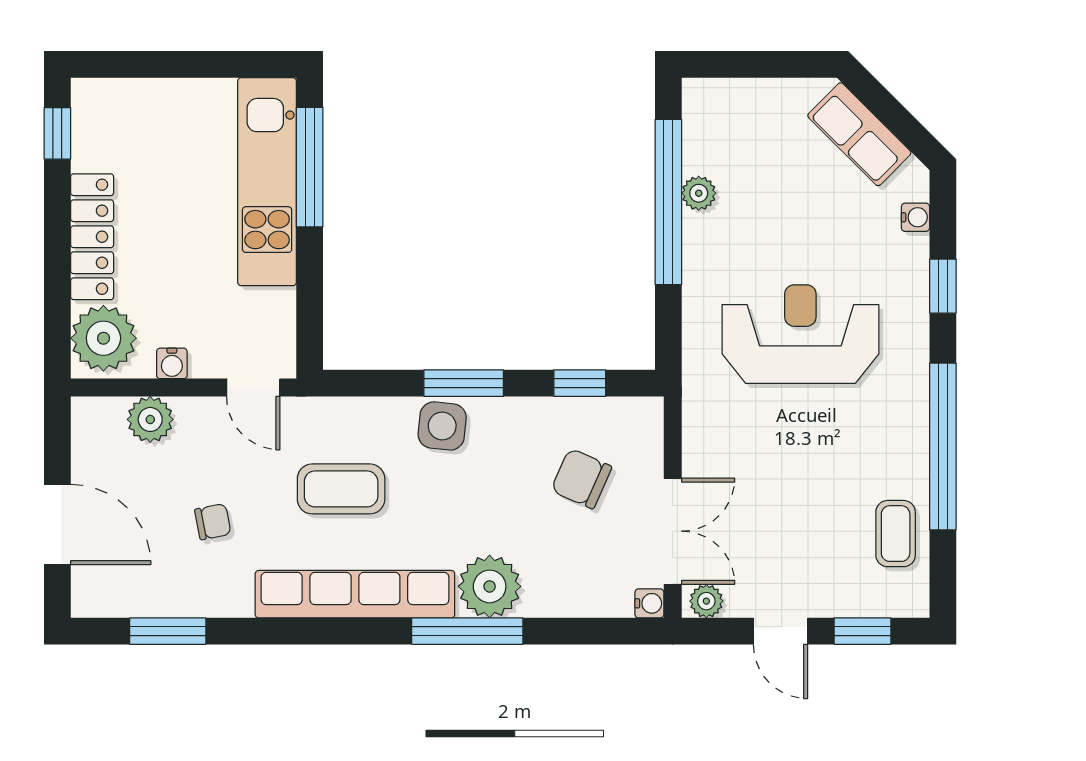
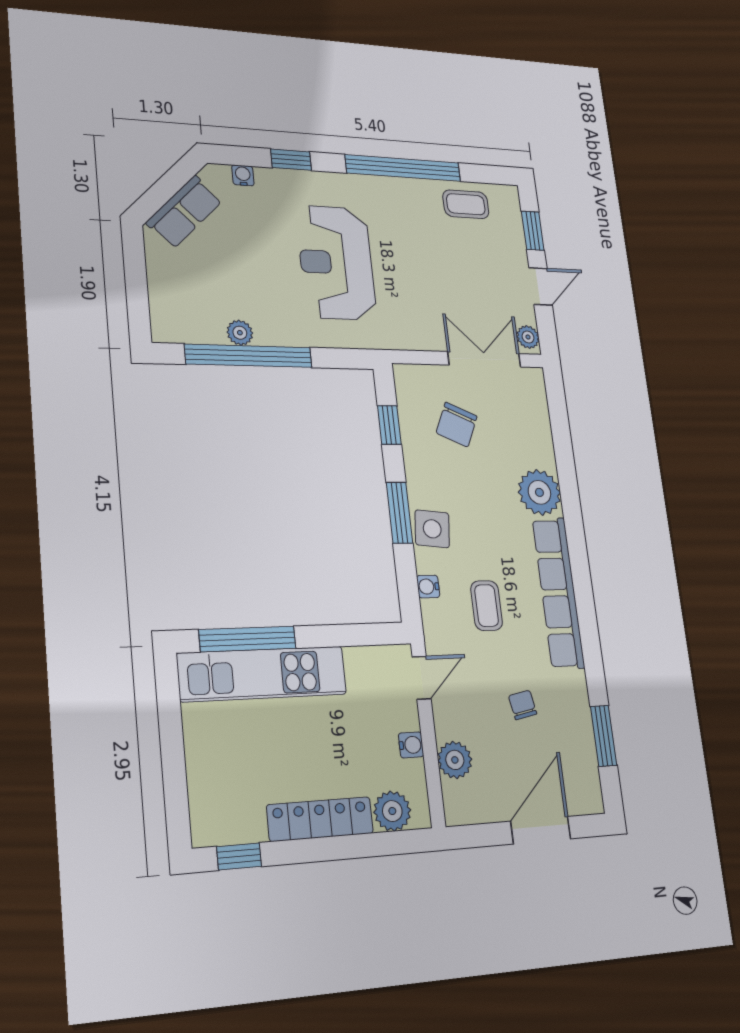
plant: (103, 338) -> (392, 811), width x0.73, depth x0.73
coffee table: (341, 489) -> (487, 606), width x0.73, depth x0.77
water cooler: (649, 603) -> (428, 587), moved, turned -90
window: (467, 631) -> (572, 509), removed

